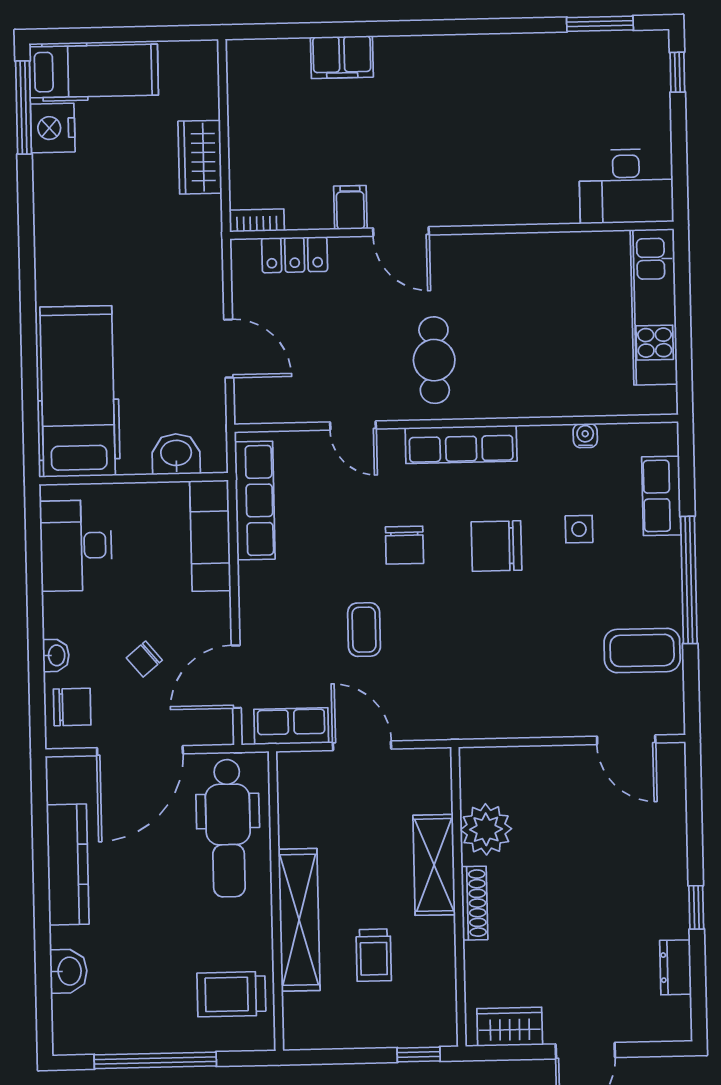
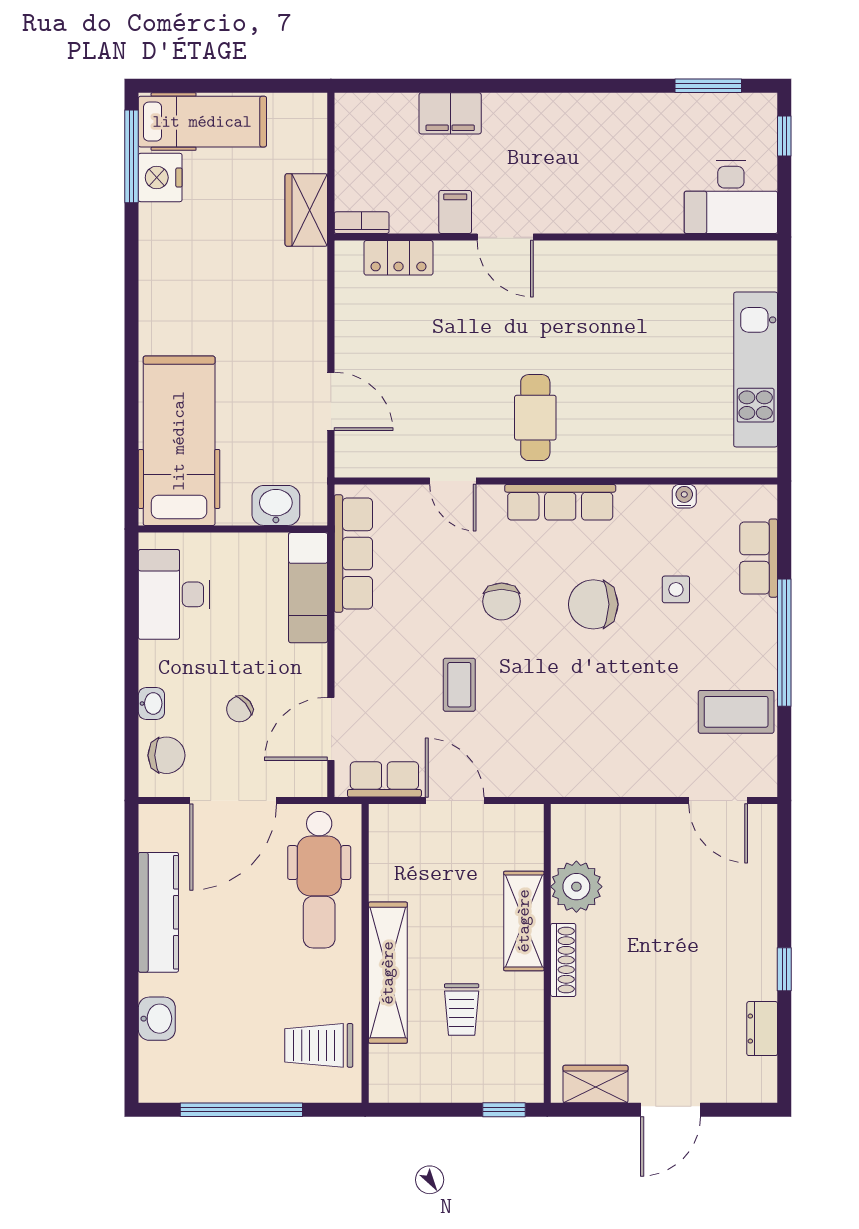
desk: (626, 186) -> (731, 197), moved
filing cabinet: (350, 207) -> (455, 212), moved
bookcase: (257, 220) -> (362, 223), moved
wall: (452, 230) -> (556, 237), moved
door: (401, 231) -> (505, 237), moved
locker: (295, 255) -> (399, 258), moved

